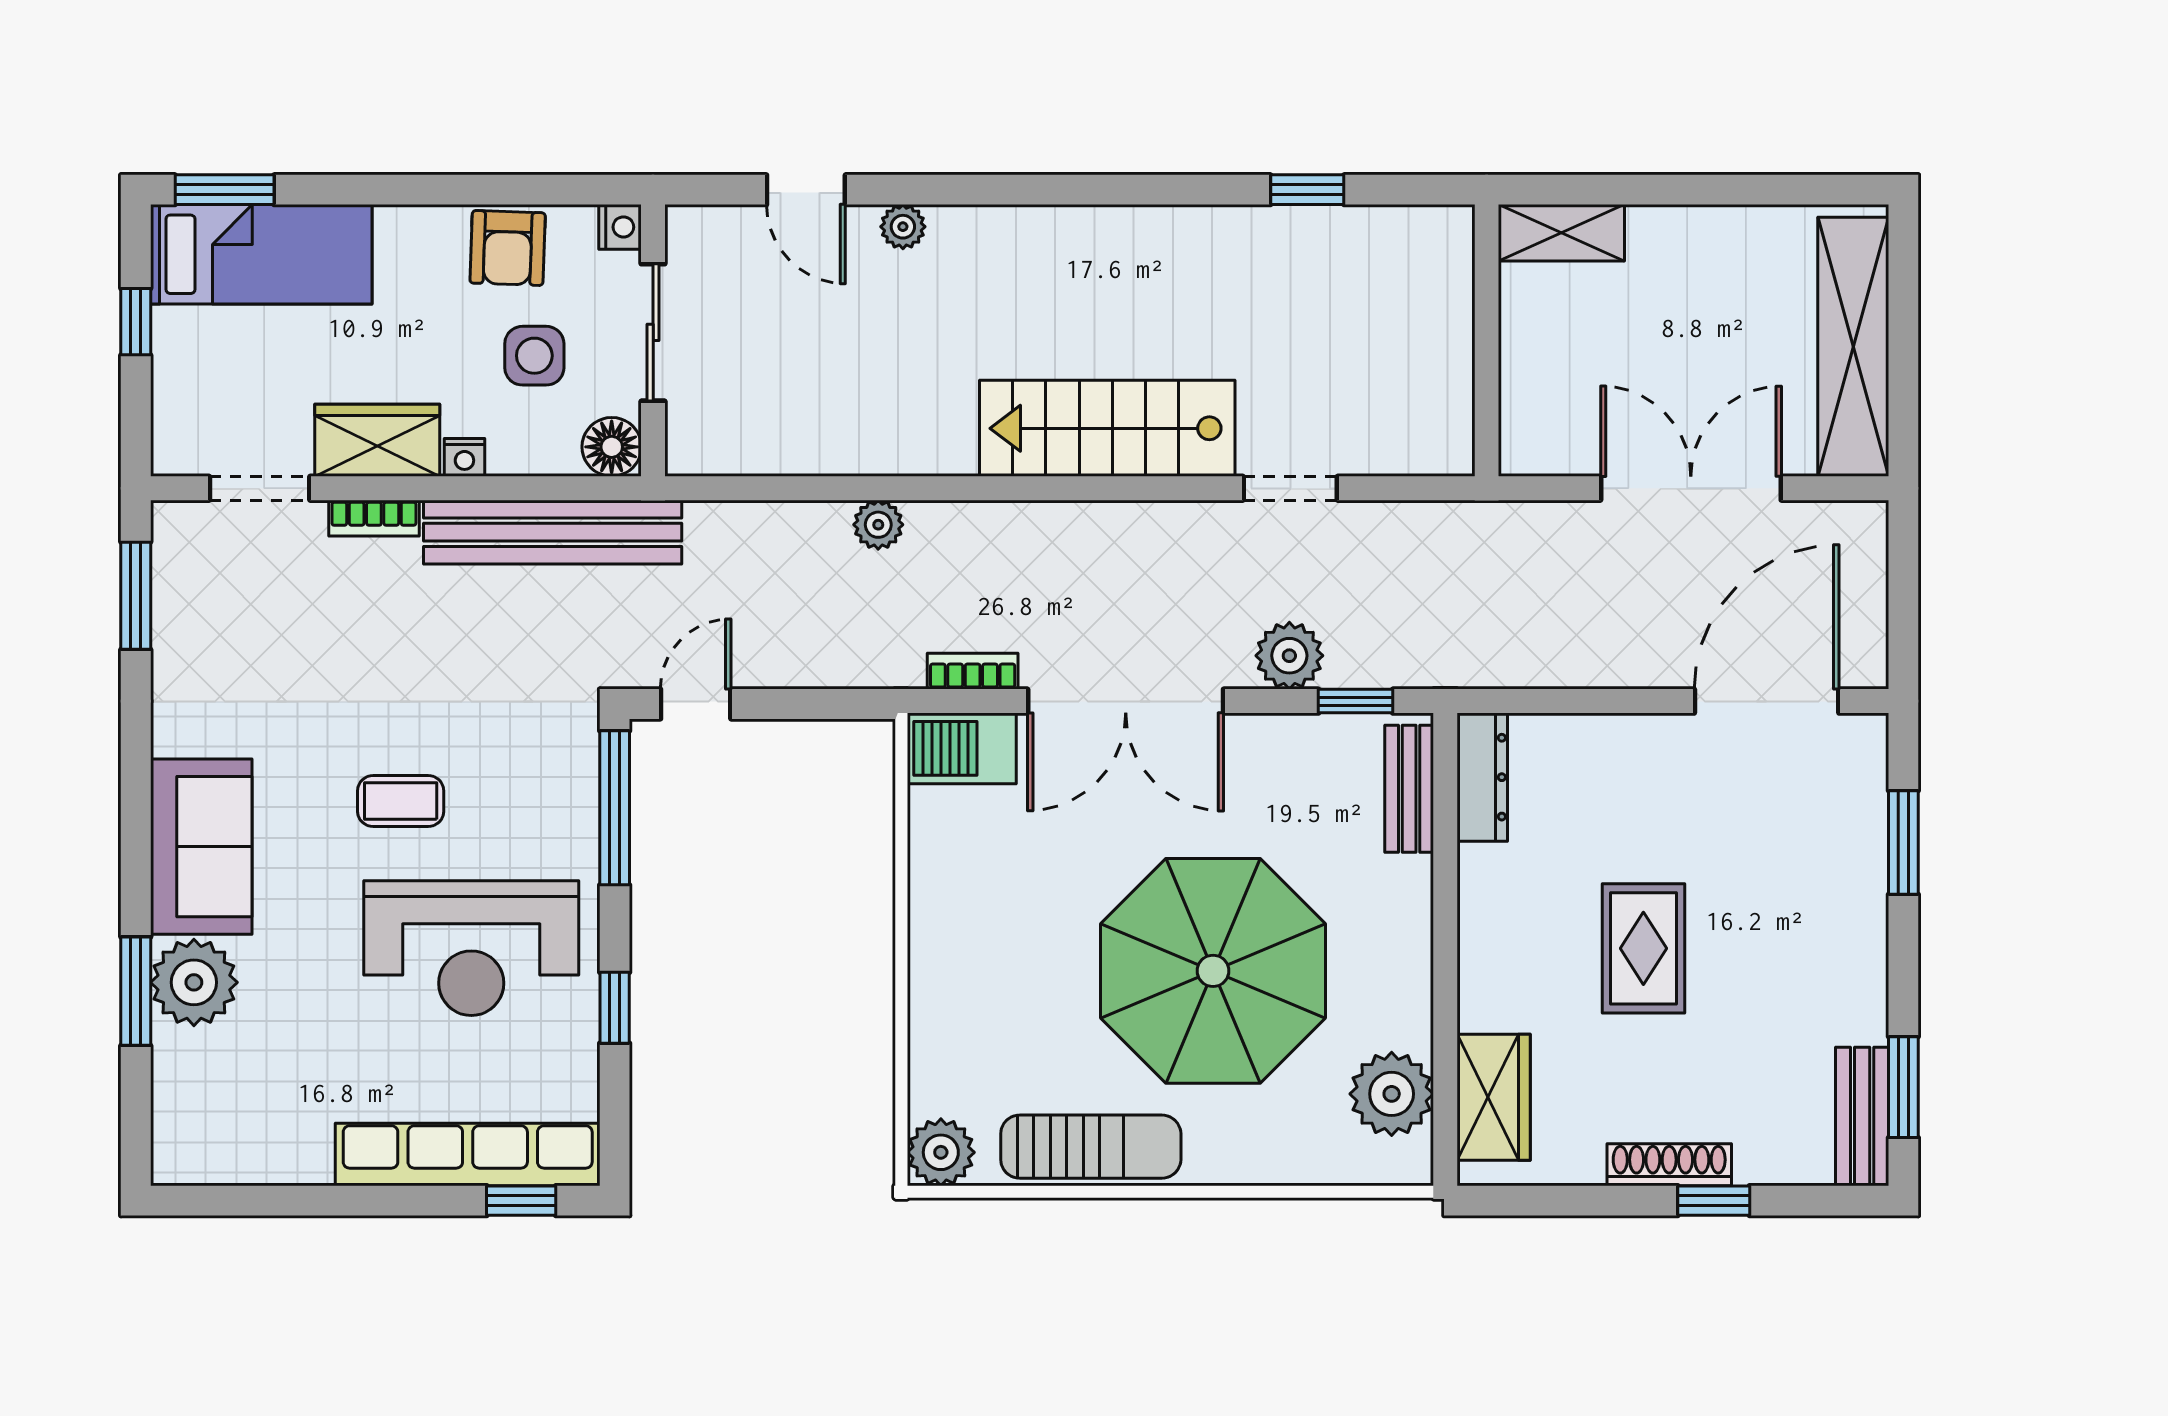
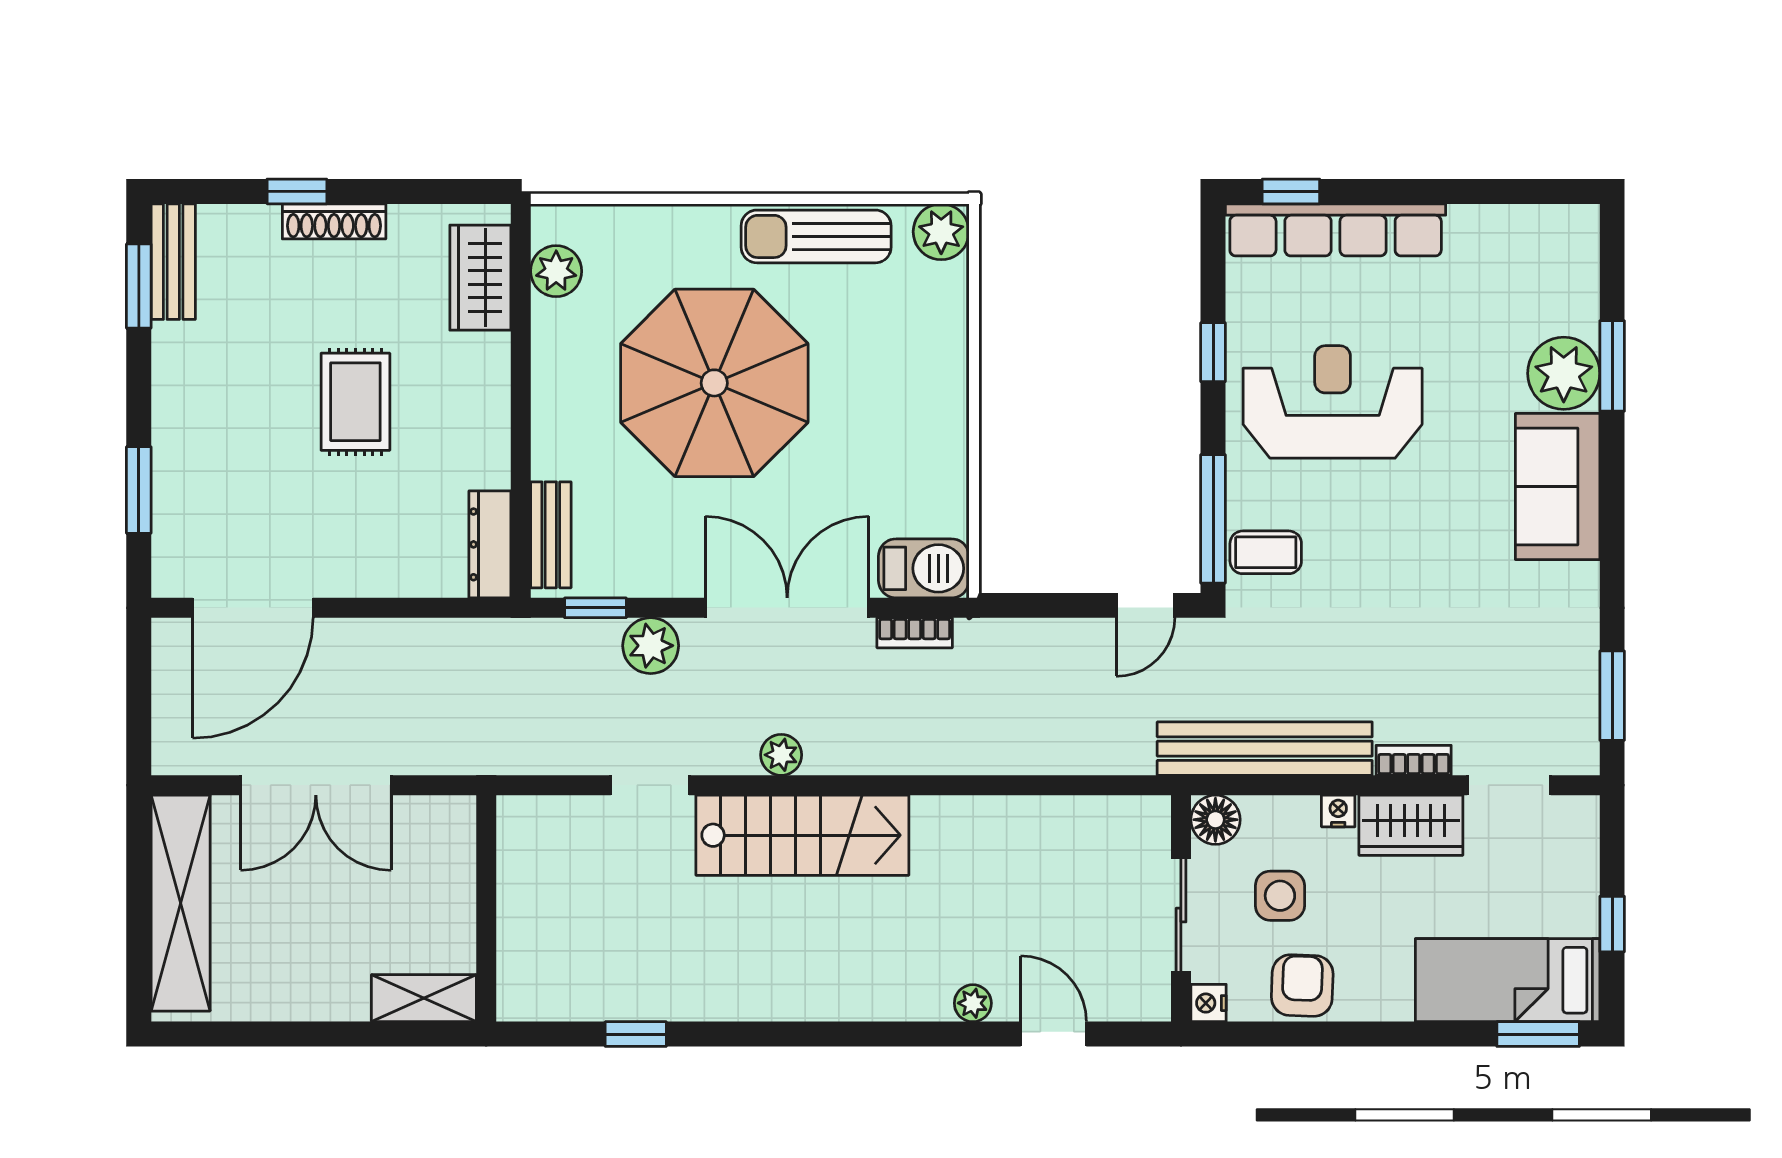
plant: (878, 525) -> (781, 755), moved
coffee table: (401, 801) -> (1266, 552), moved
plant: (1392, 1094) -> (556, 271), width x0.73, depth x0.73

